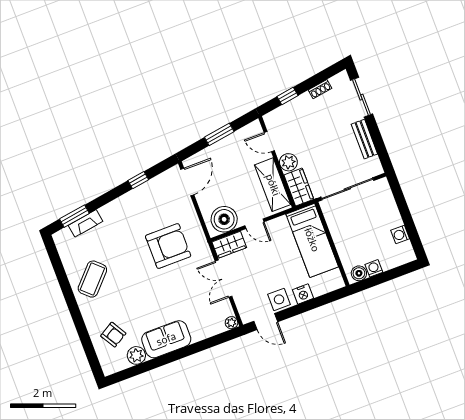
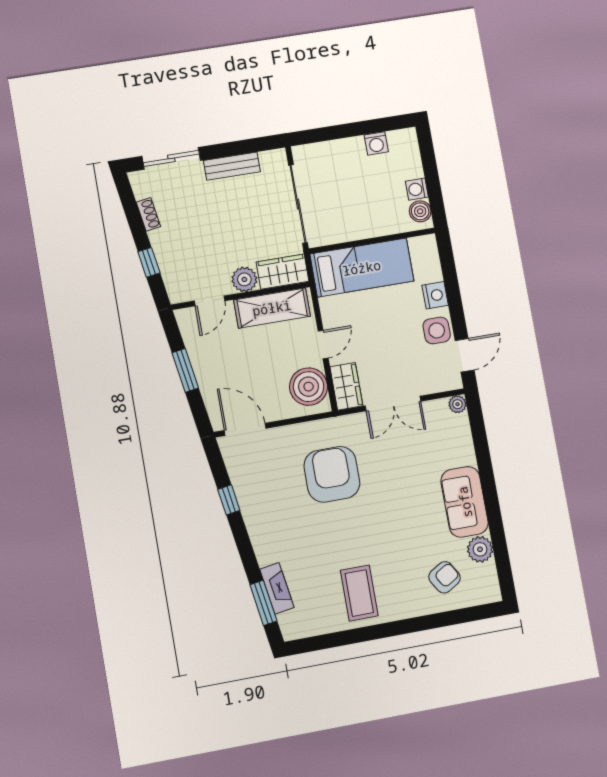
coffee table: (92, 279) -> (359, 593), turned 47

